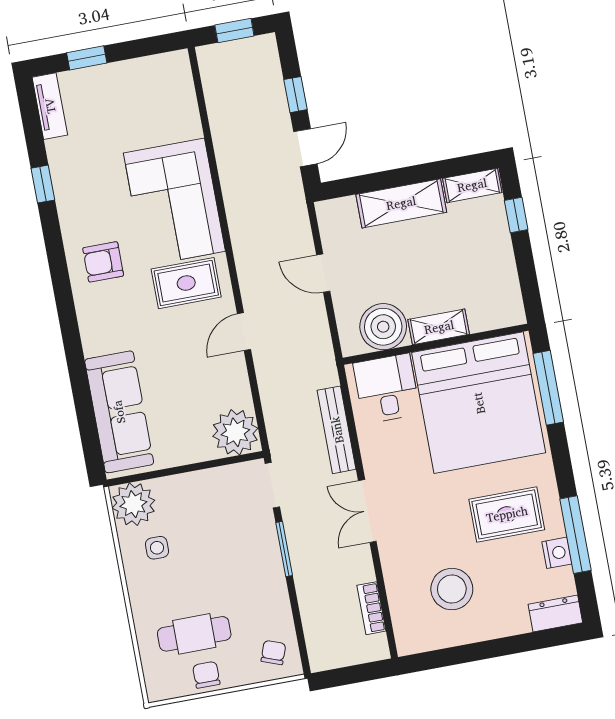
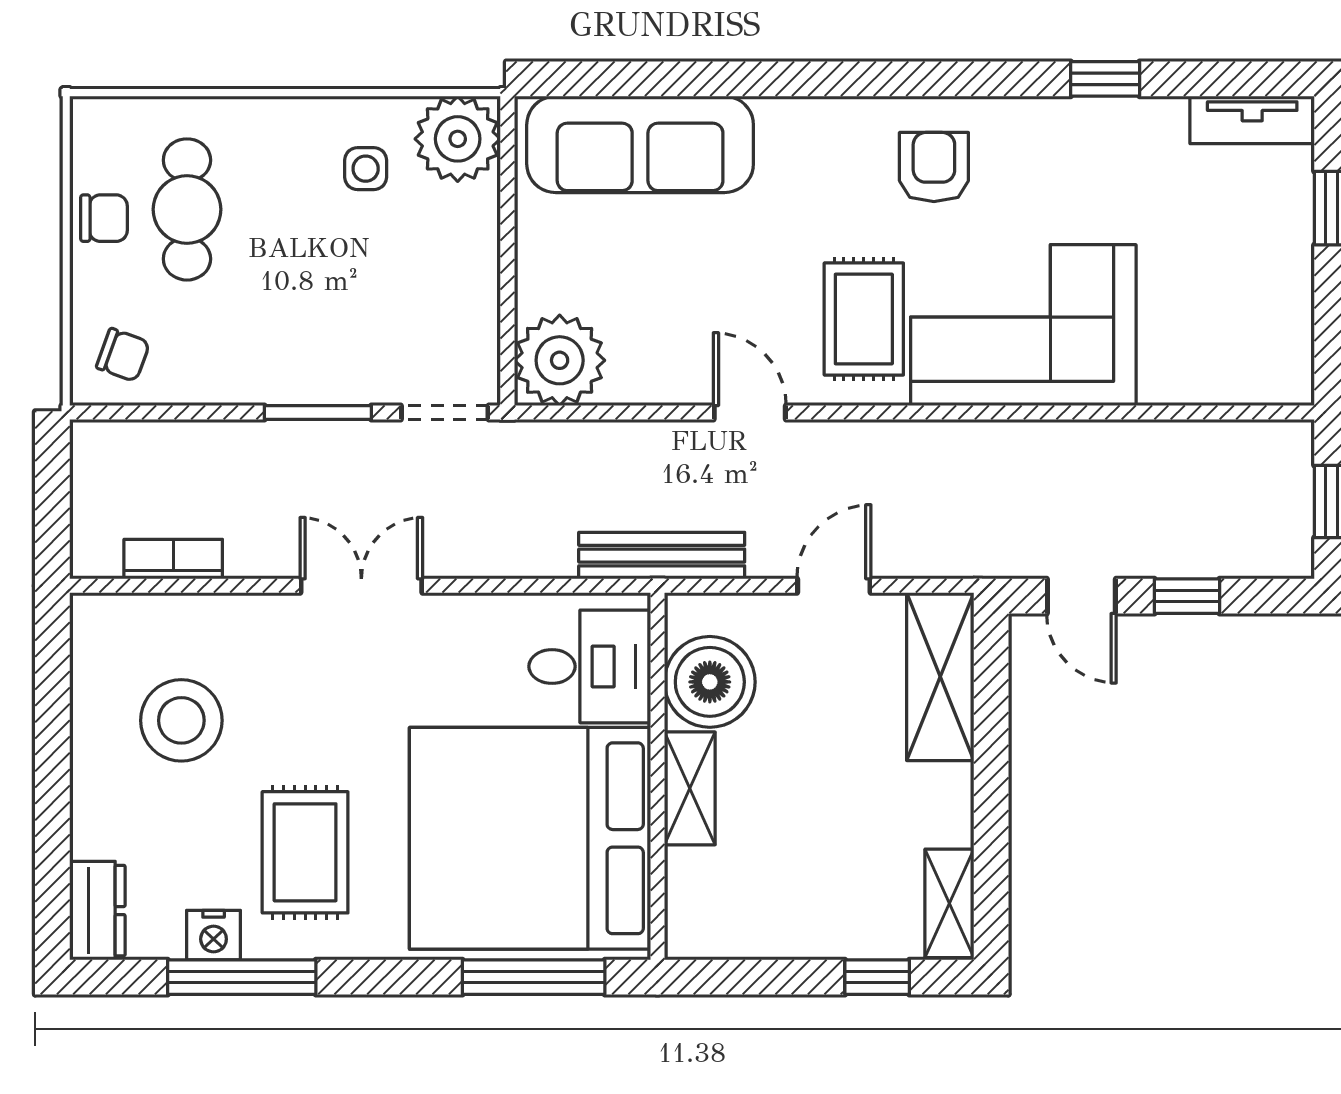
shelving: (401, 203) -> (940, 677), moved
bench: (337, 430) -> (662, 556), moved

